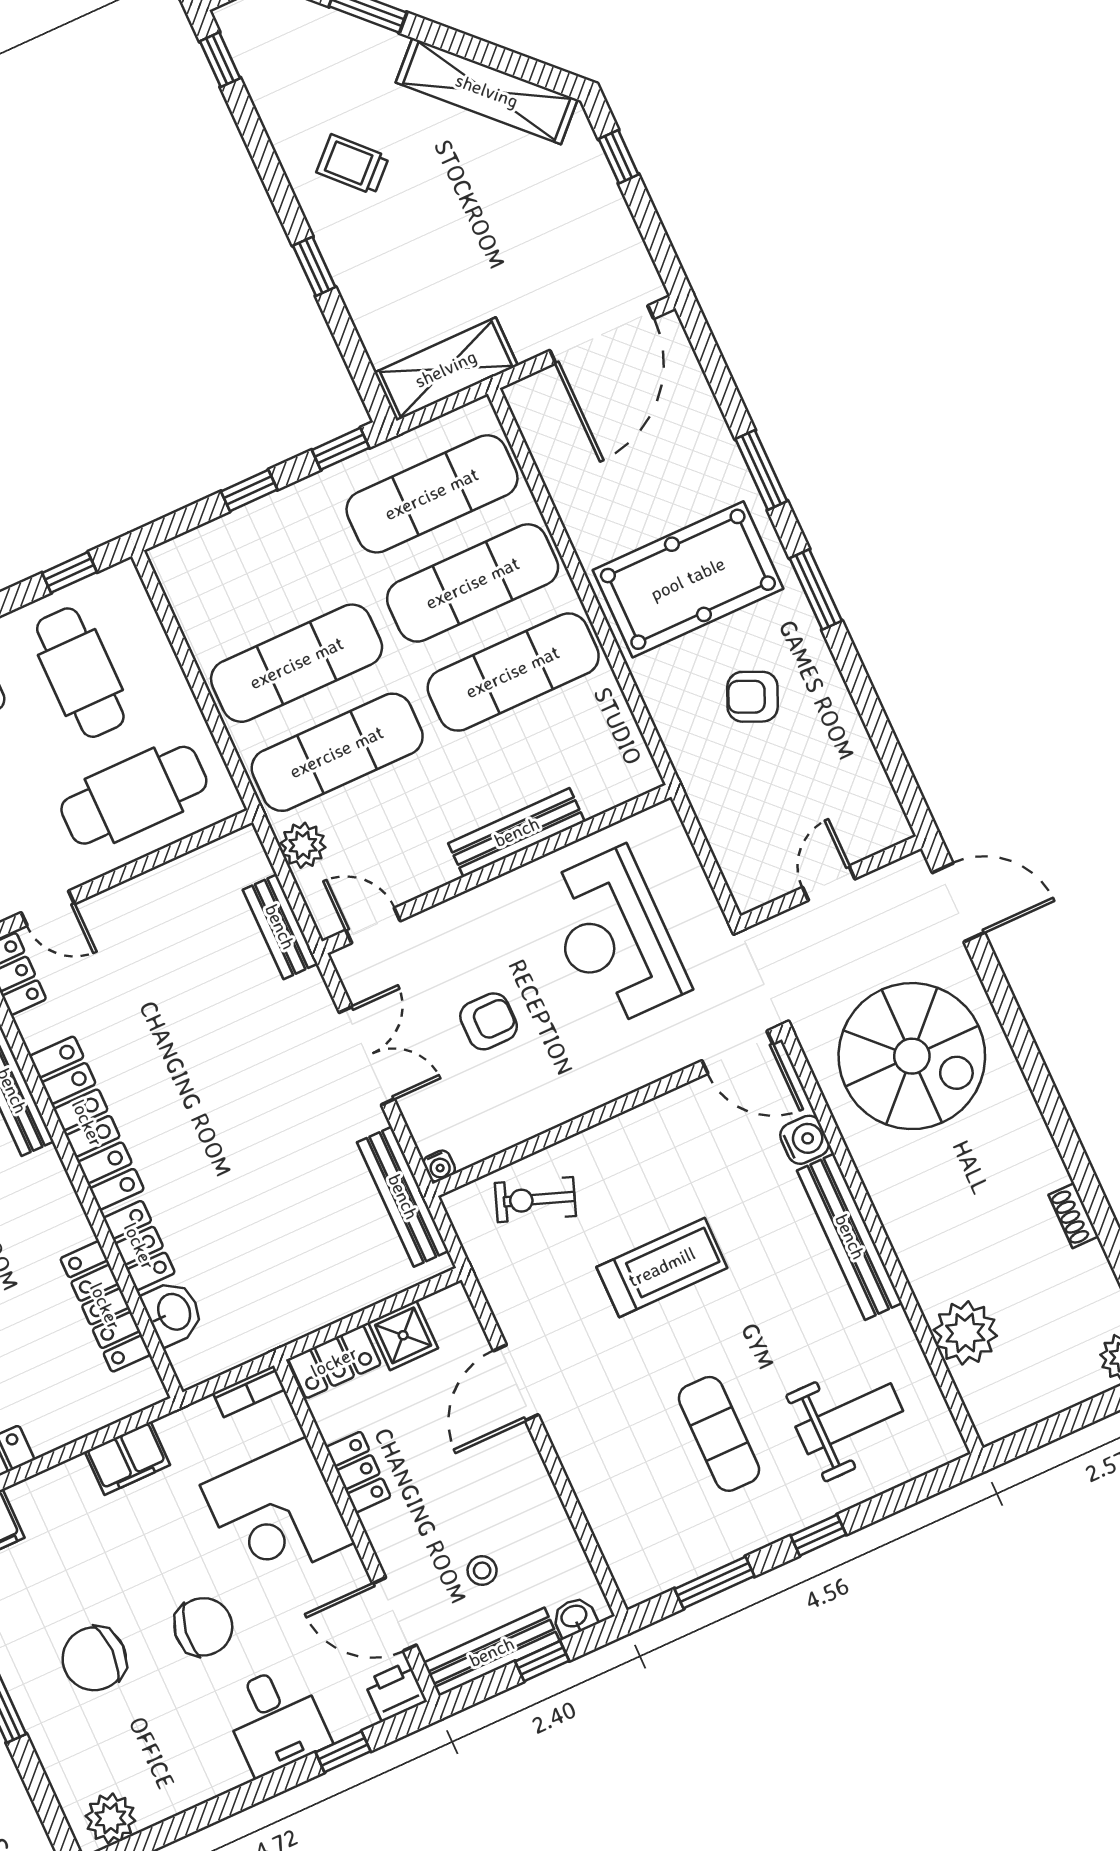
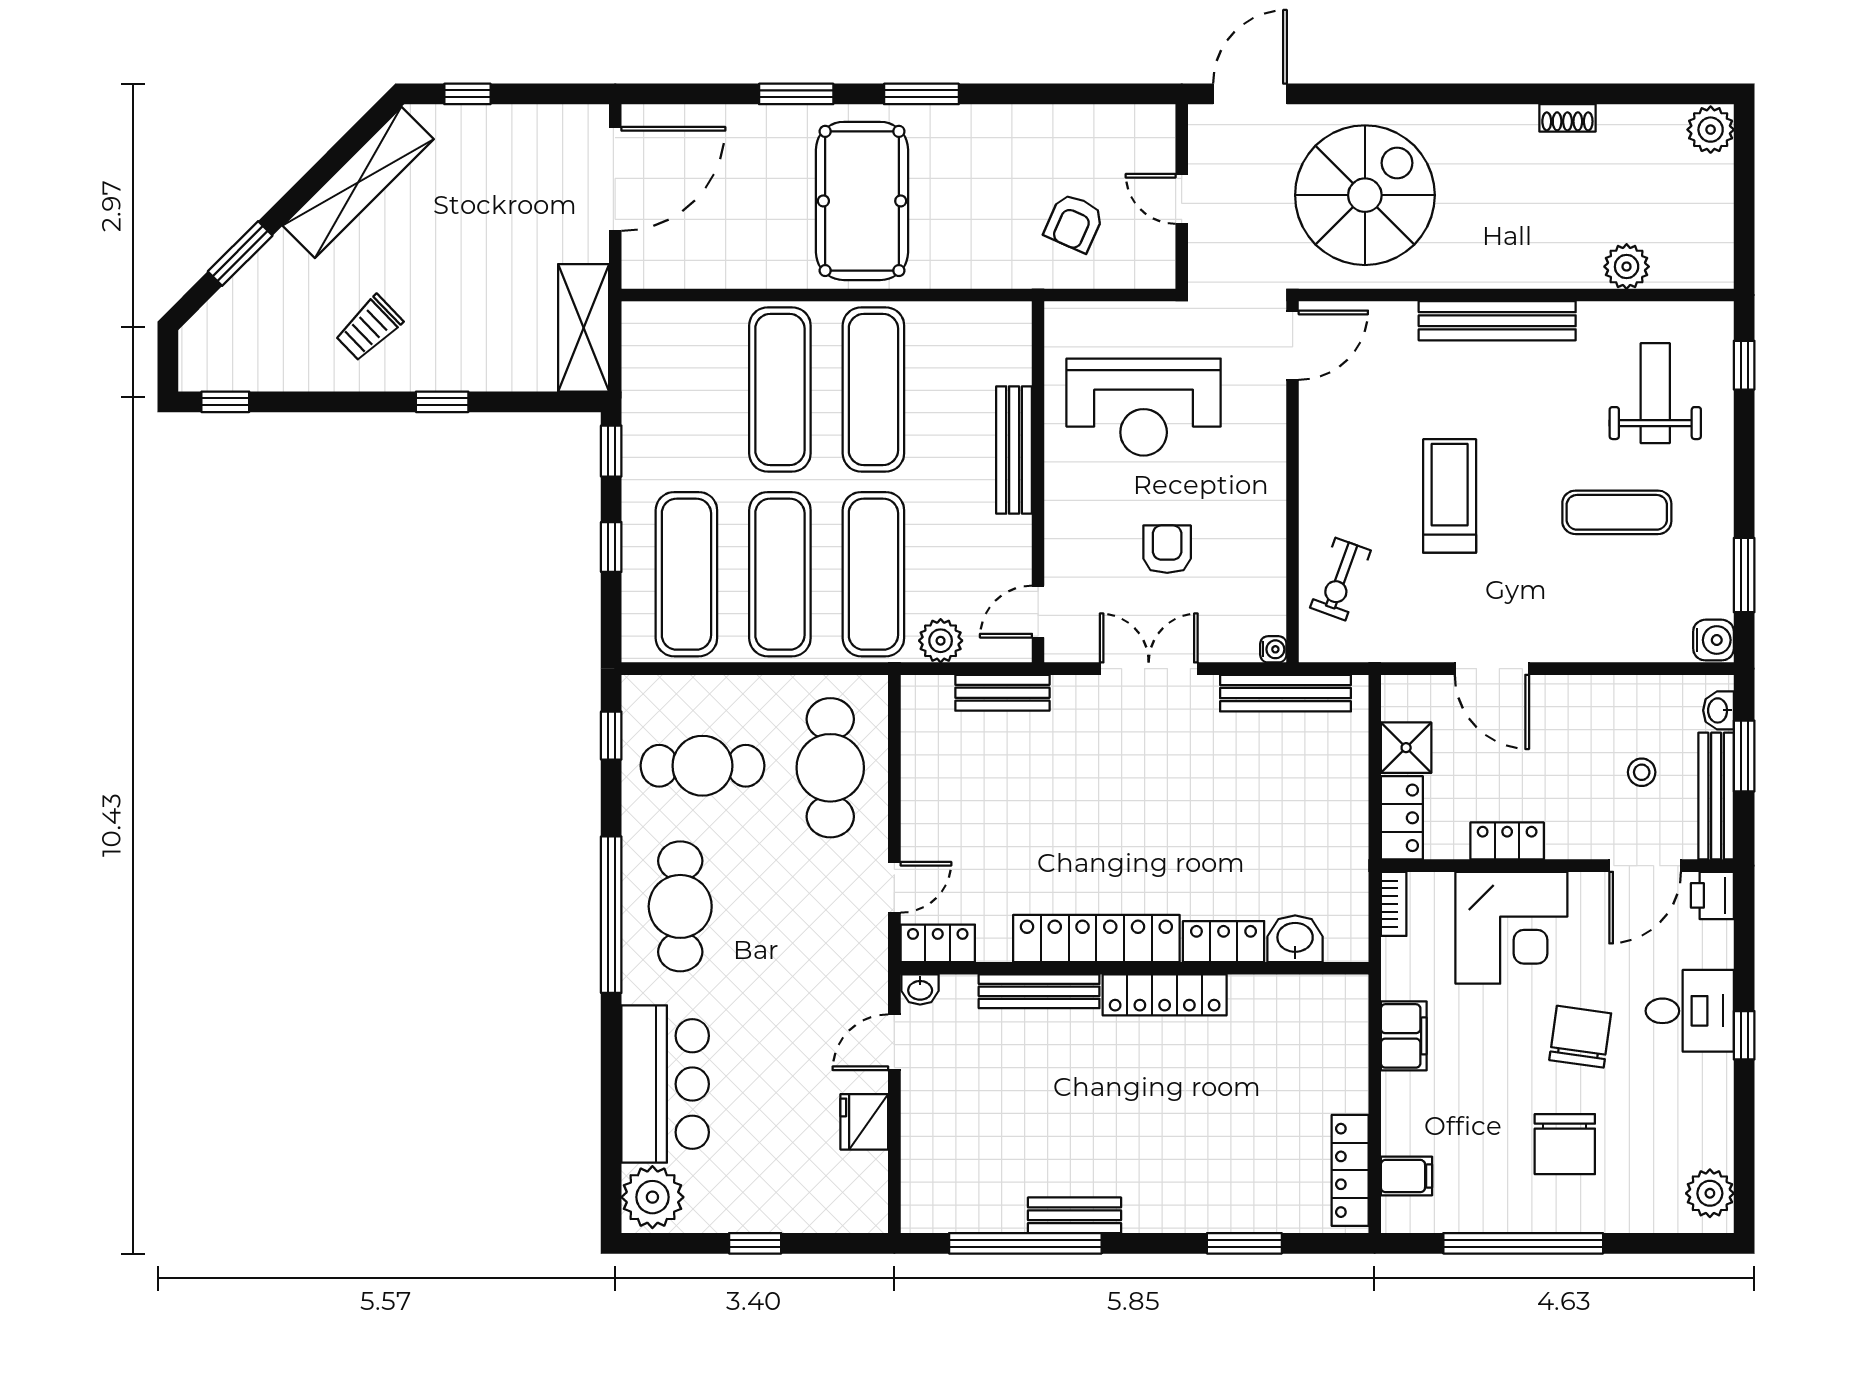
door: (602, 335) -> (615, 179), hinge flipped
exercise mat: (432, 494) -> (686, 574), moved
armchair: (753, 697) -> (1074, 223), moved
water cooler: (805, 1140) -> (1714, 640), moved, turned 90
locker: (105, 1306) -> (1165, 995), moved
plant: (965, 1333) -> (1627, 267), width x0.73, depth x0.73
window: (818, 1535) -> (1744, 365), moved
window: (542, 1661) -> (1744, 756), width x1.50
window: (343, 1752) -> (1744, 1035), moved

